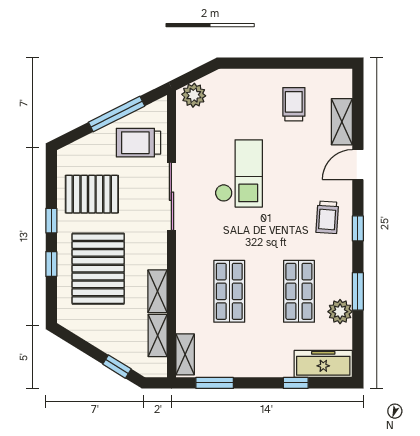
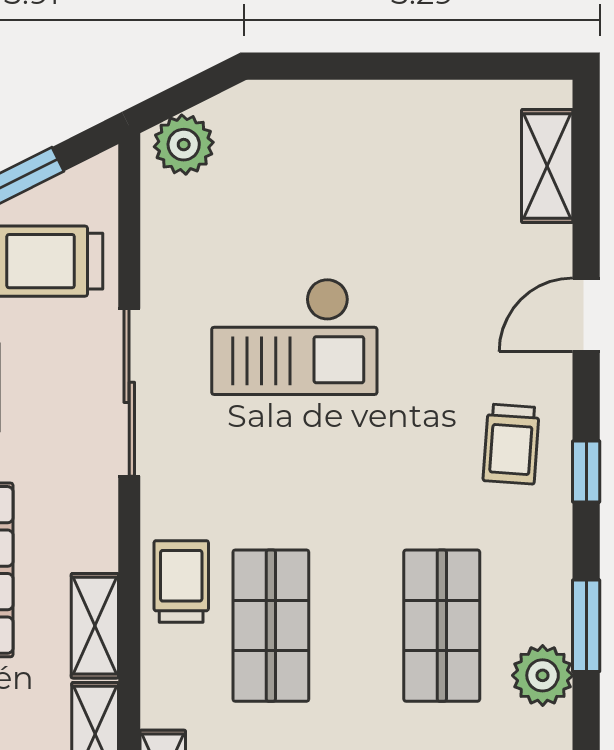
trolley: (294, 104) -> (181, 581), moved
shelving: (342, 122) -> (547, 166), moved
checkout: (239, 173) -> (294, 337), turned 90

